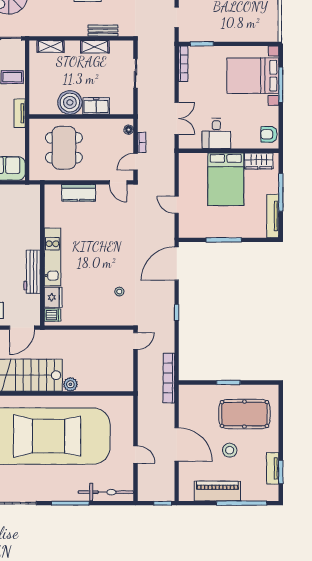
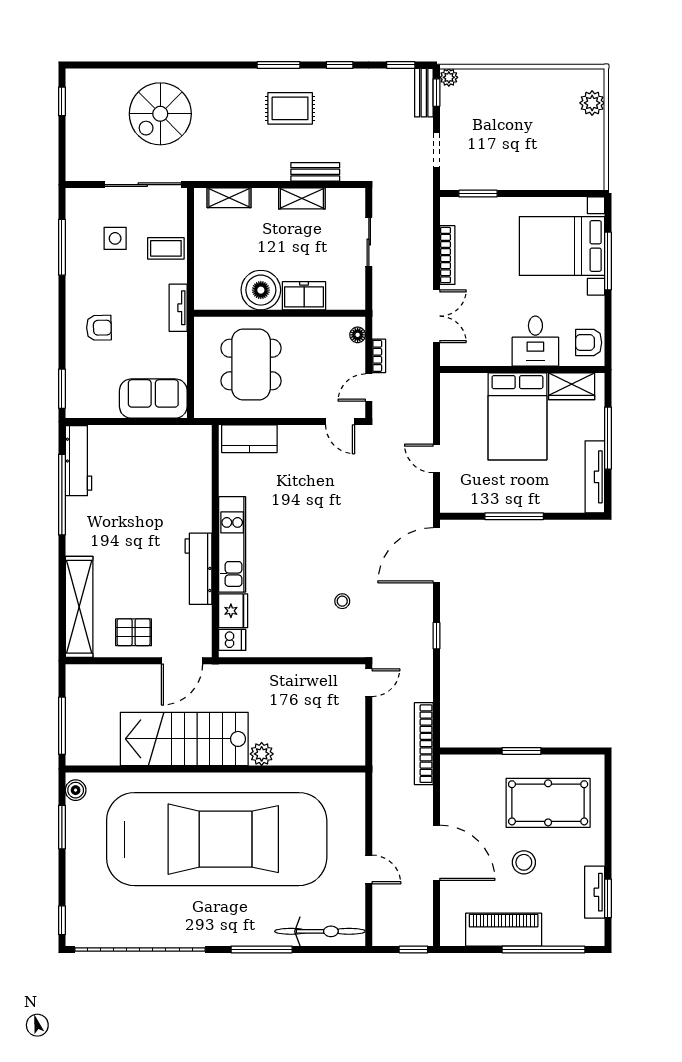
bookcase: (183, 64) -> (447, 255), moved
desk: (216, 134) -> (535, 341), moved
kitchen counter: (79, 193) -> (249, 439), moved

